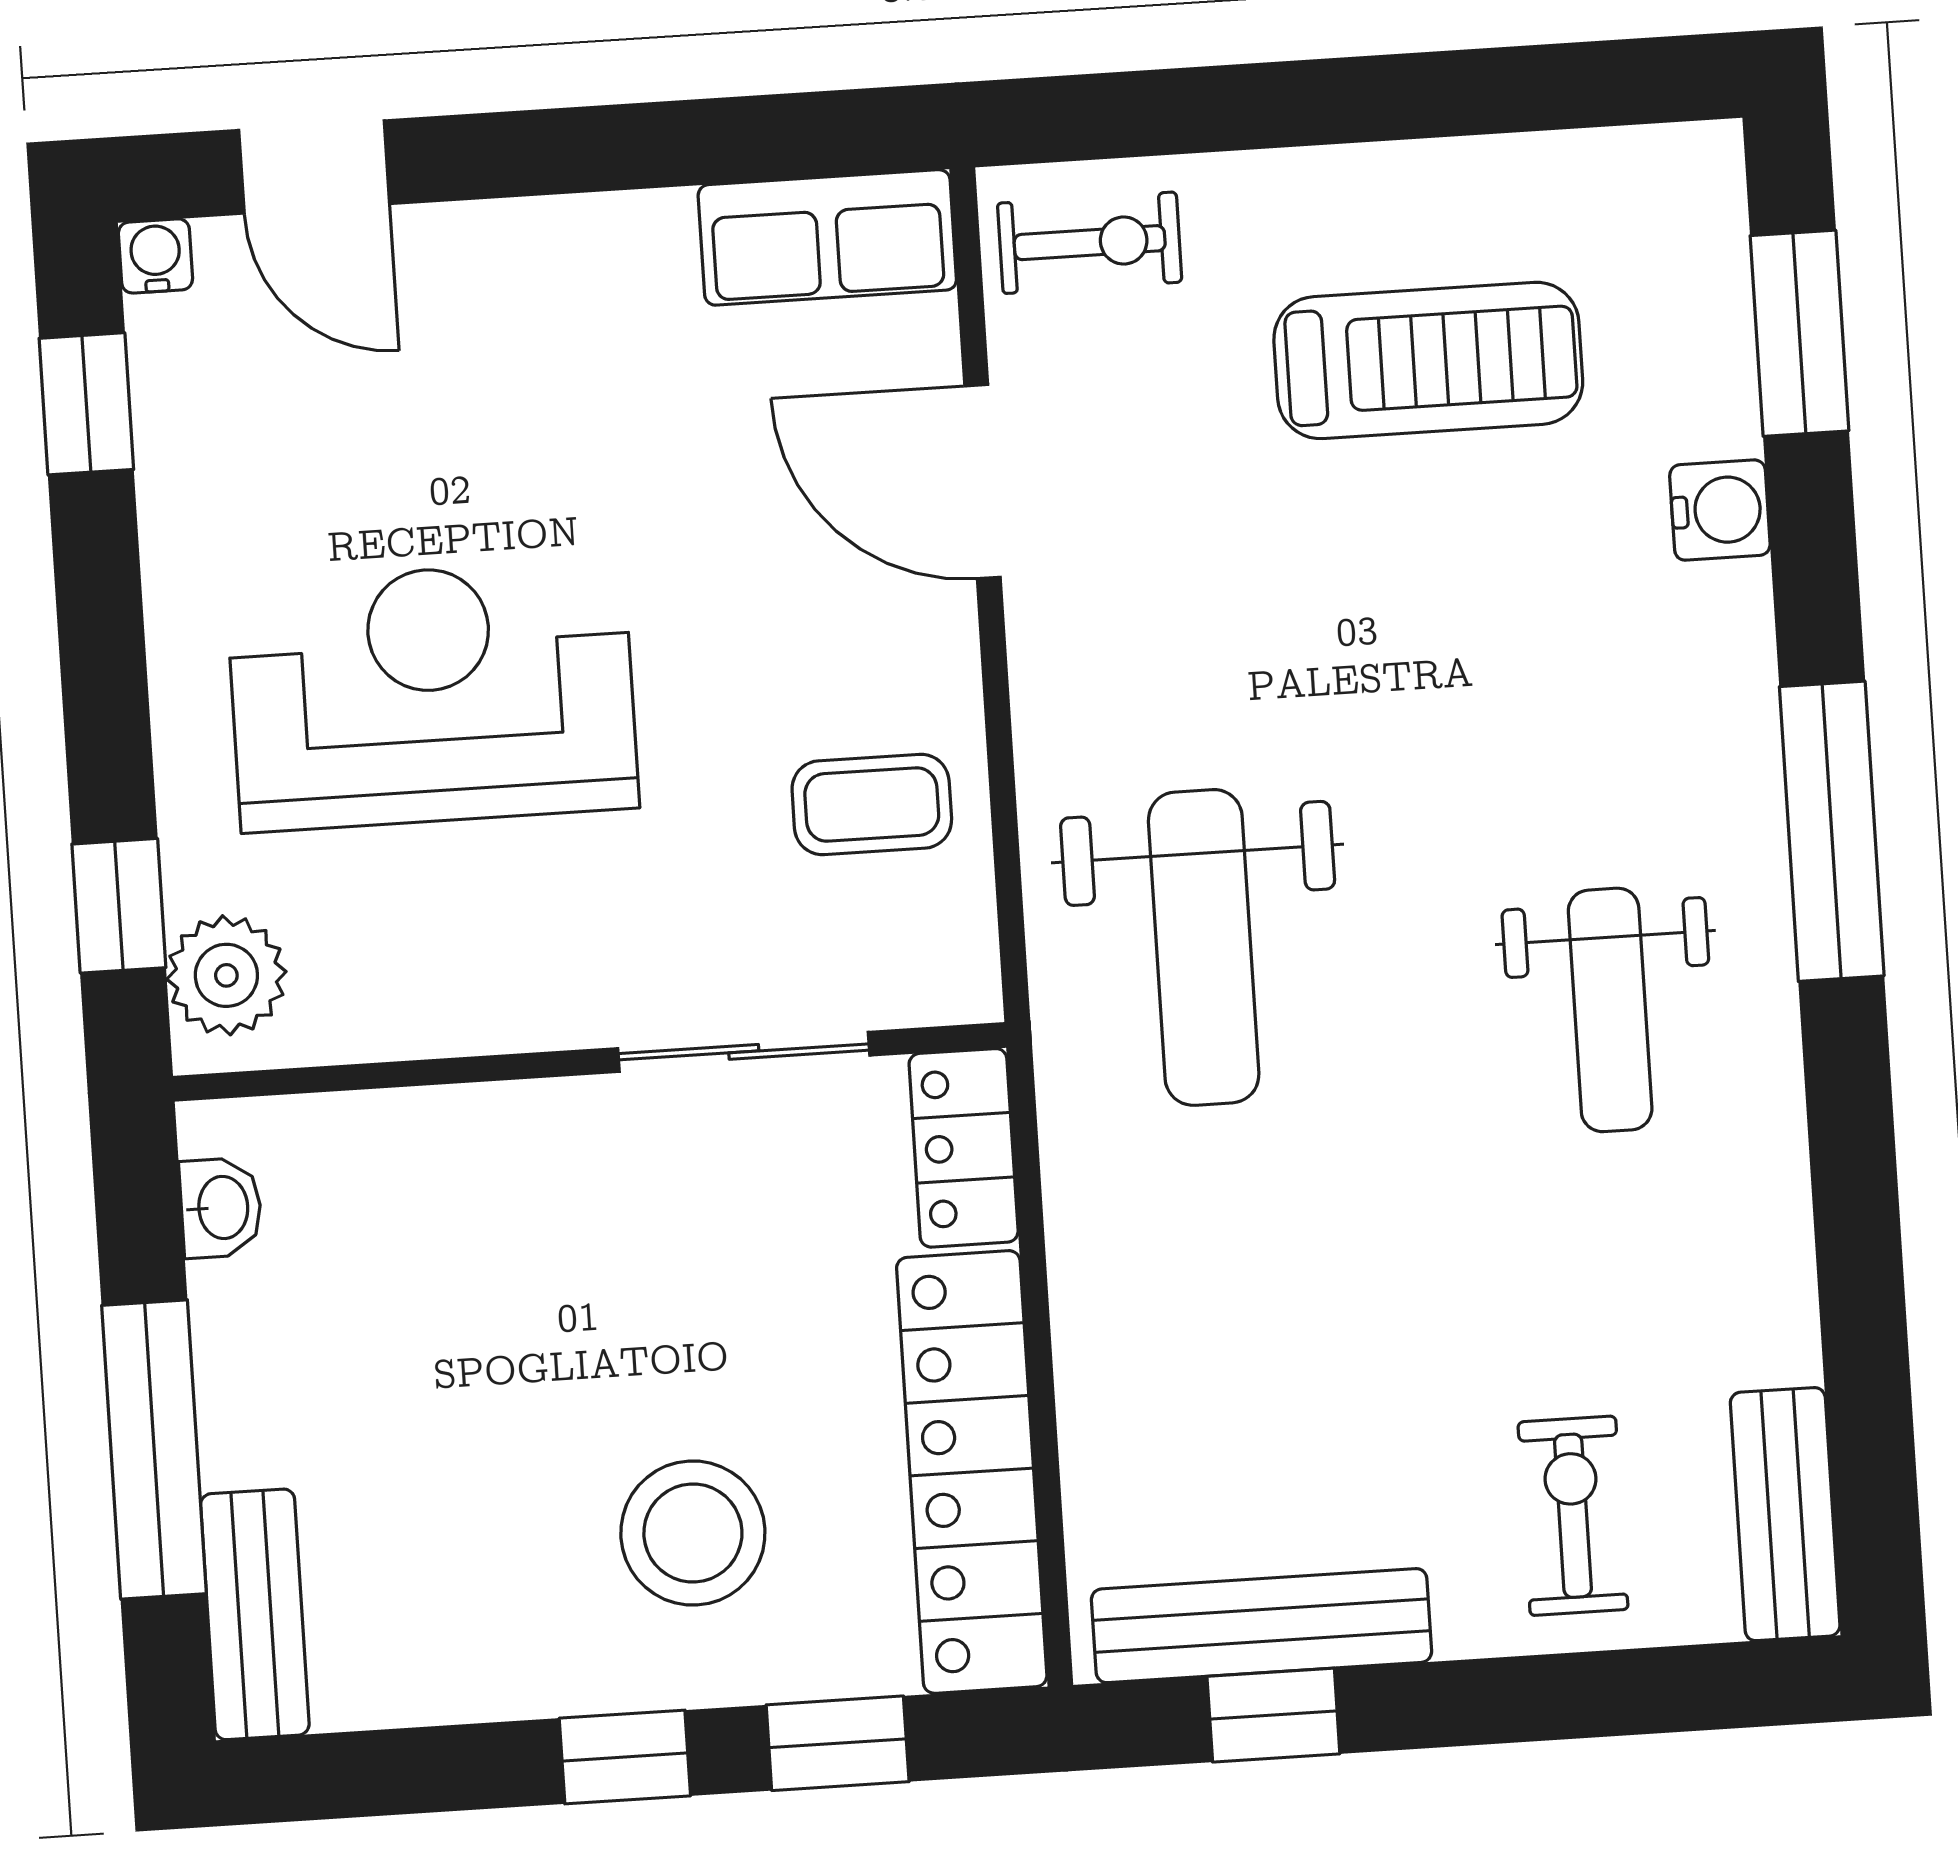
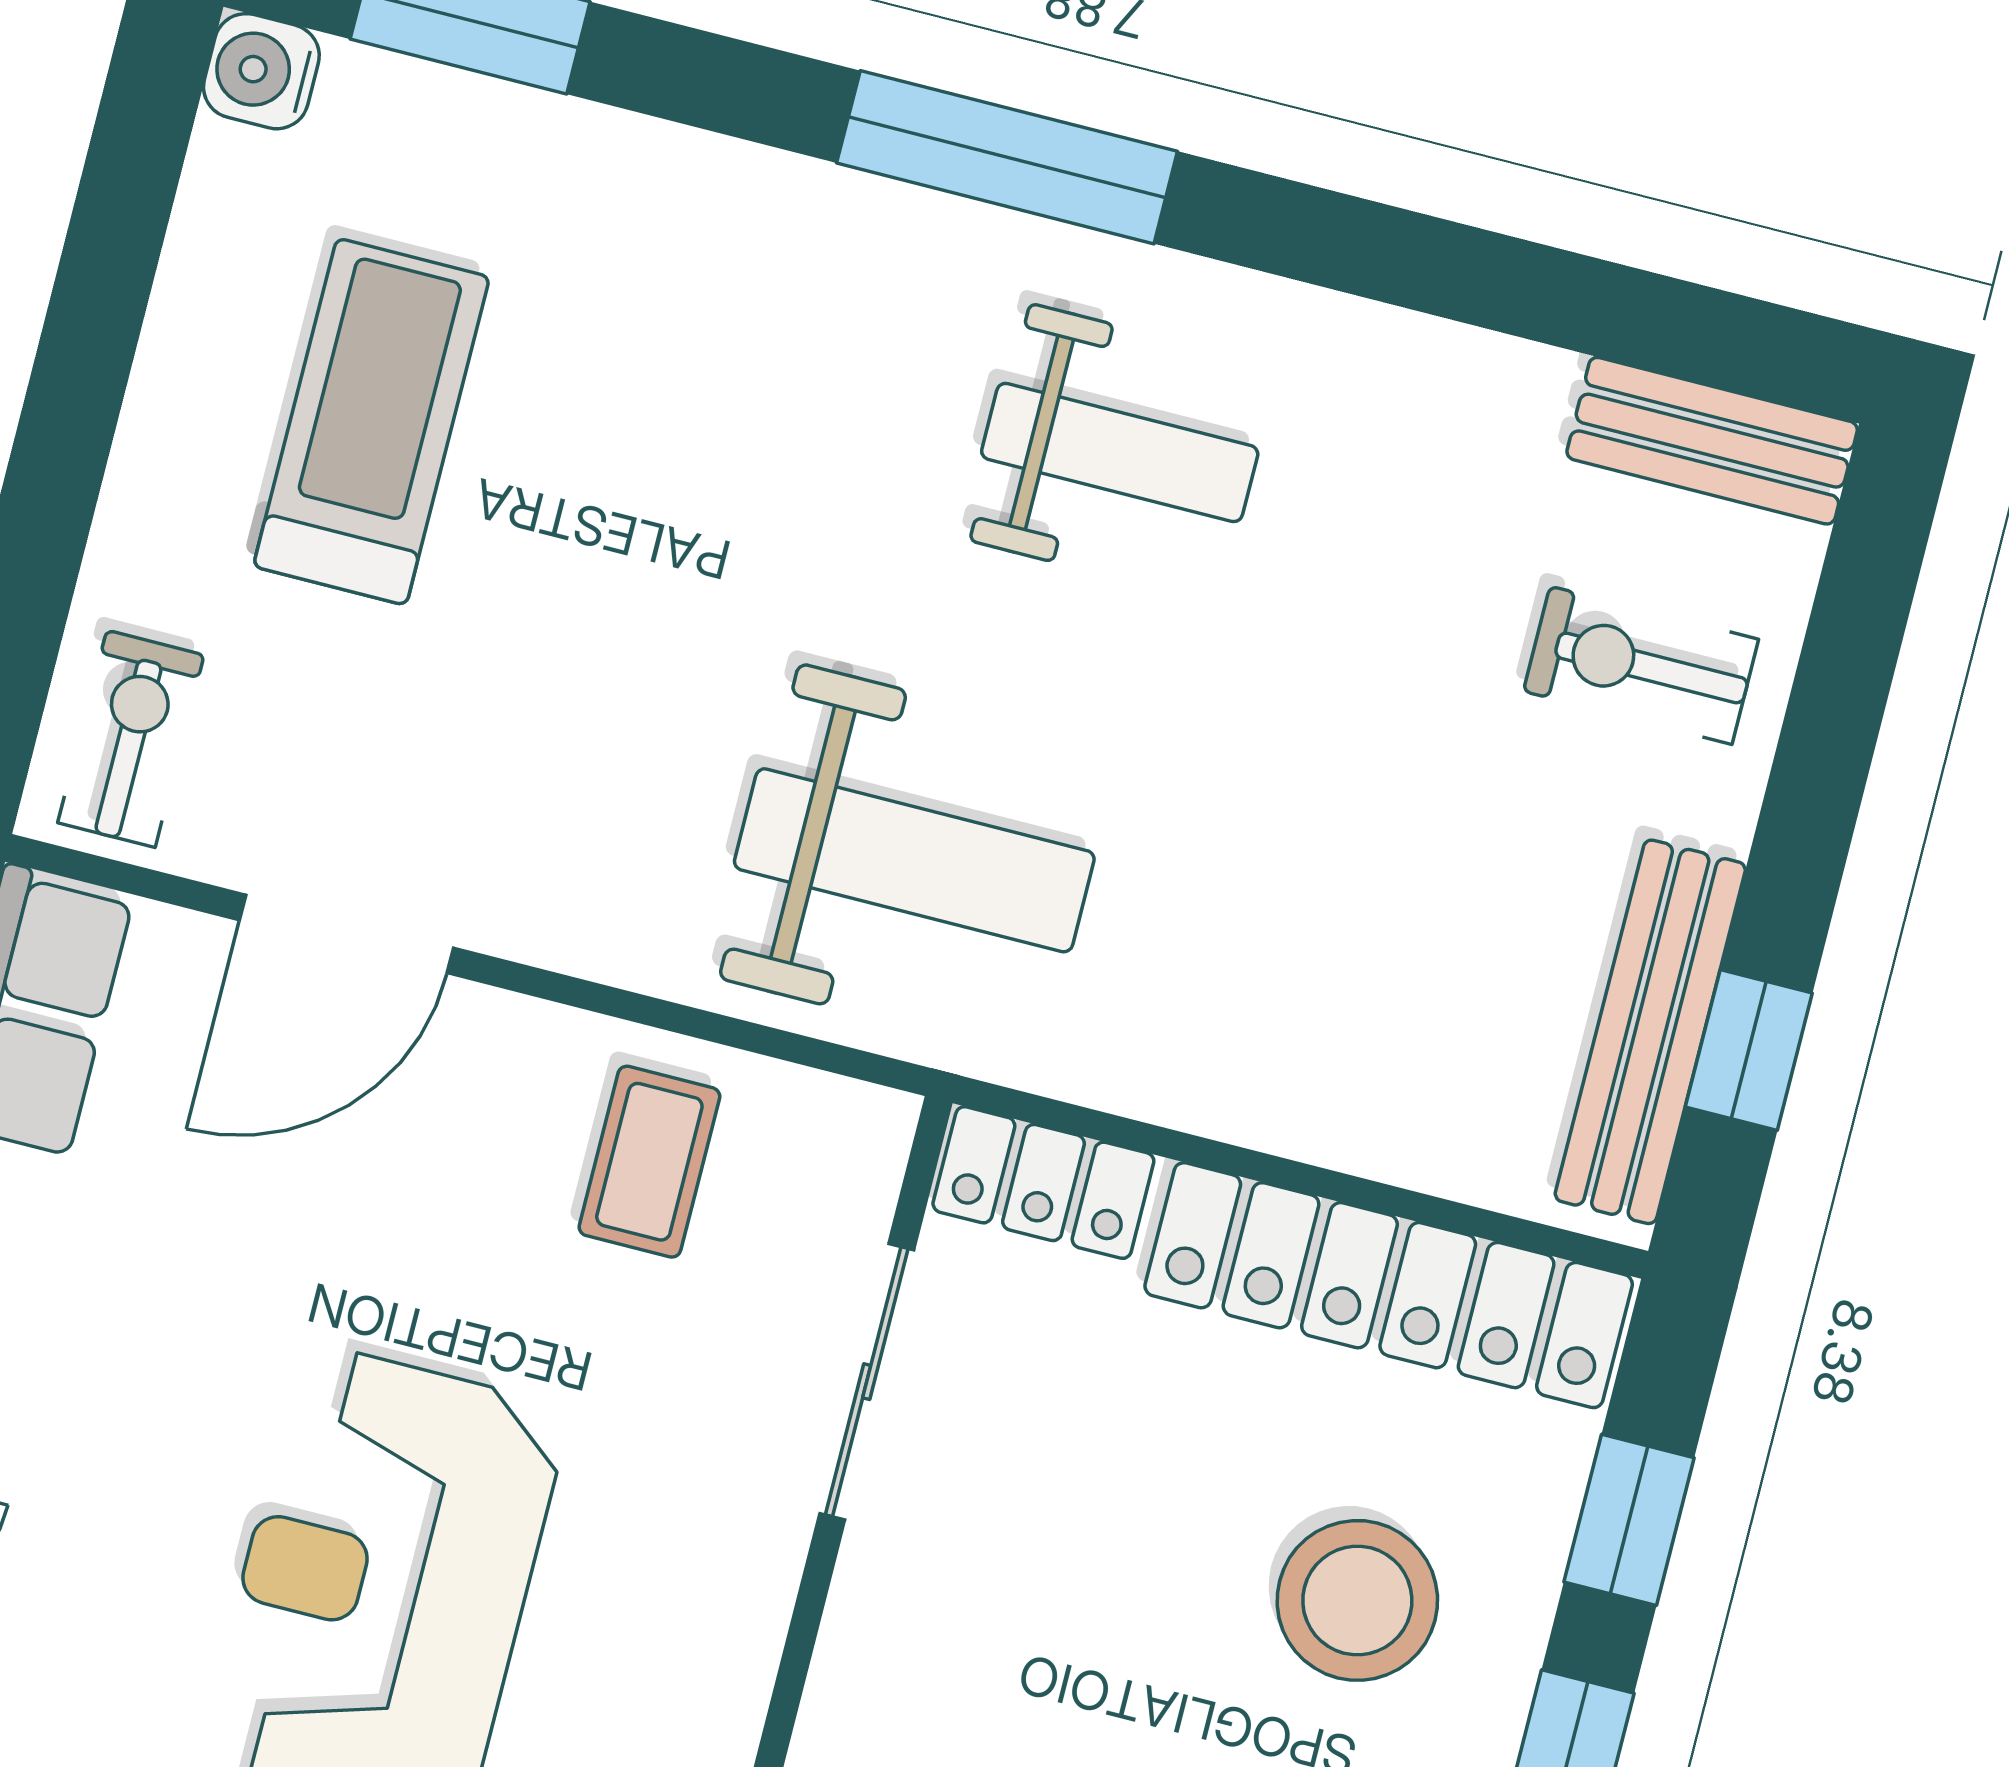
water cooler: (1720, 510) -> (261, 71), moved, turned -90

